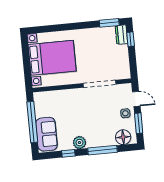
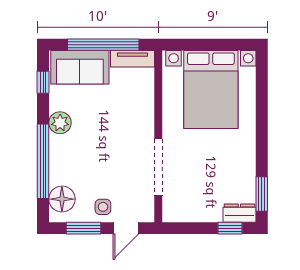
tv unit: (39, 105) -> (132, 59), added
window: (102, 150) -> (43, 161), width x1.46
window: (68, 153) -> (43, 82), moved

